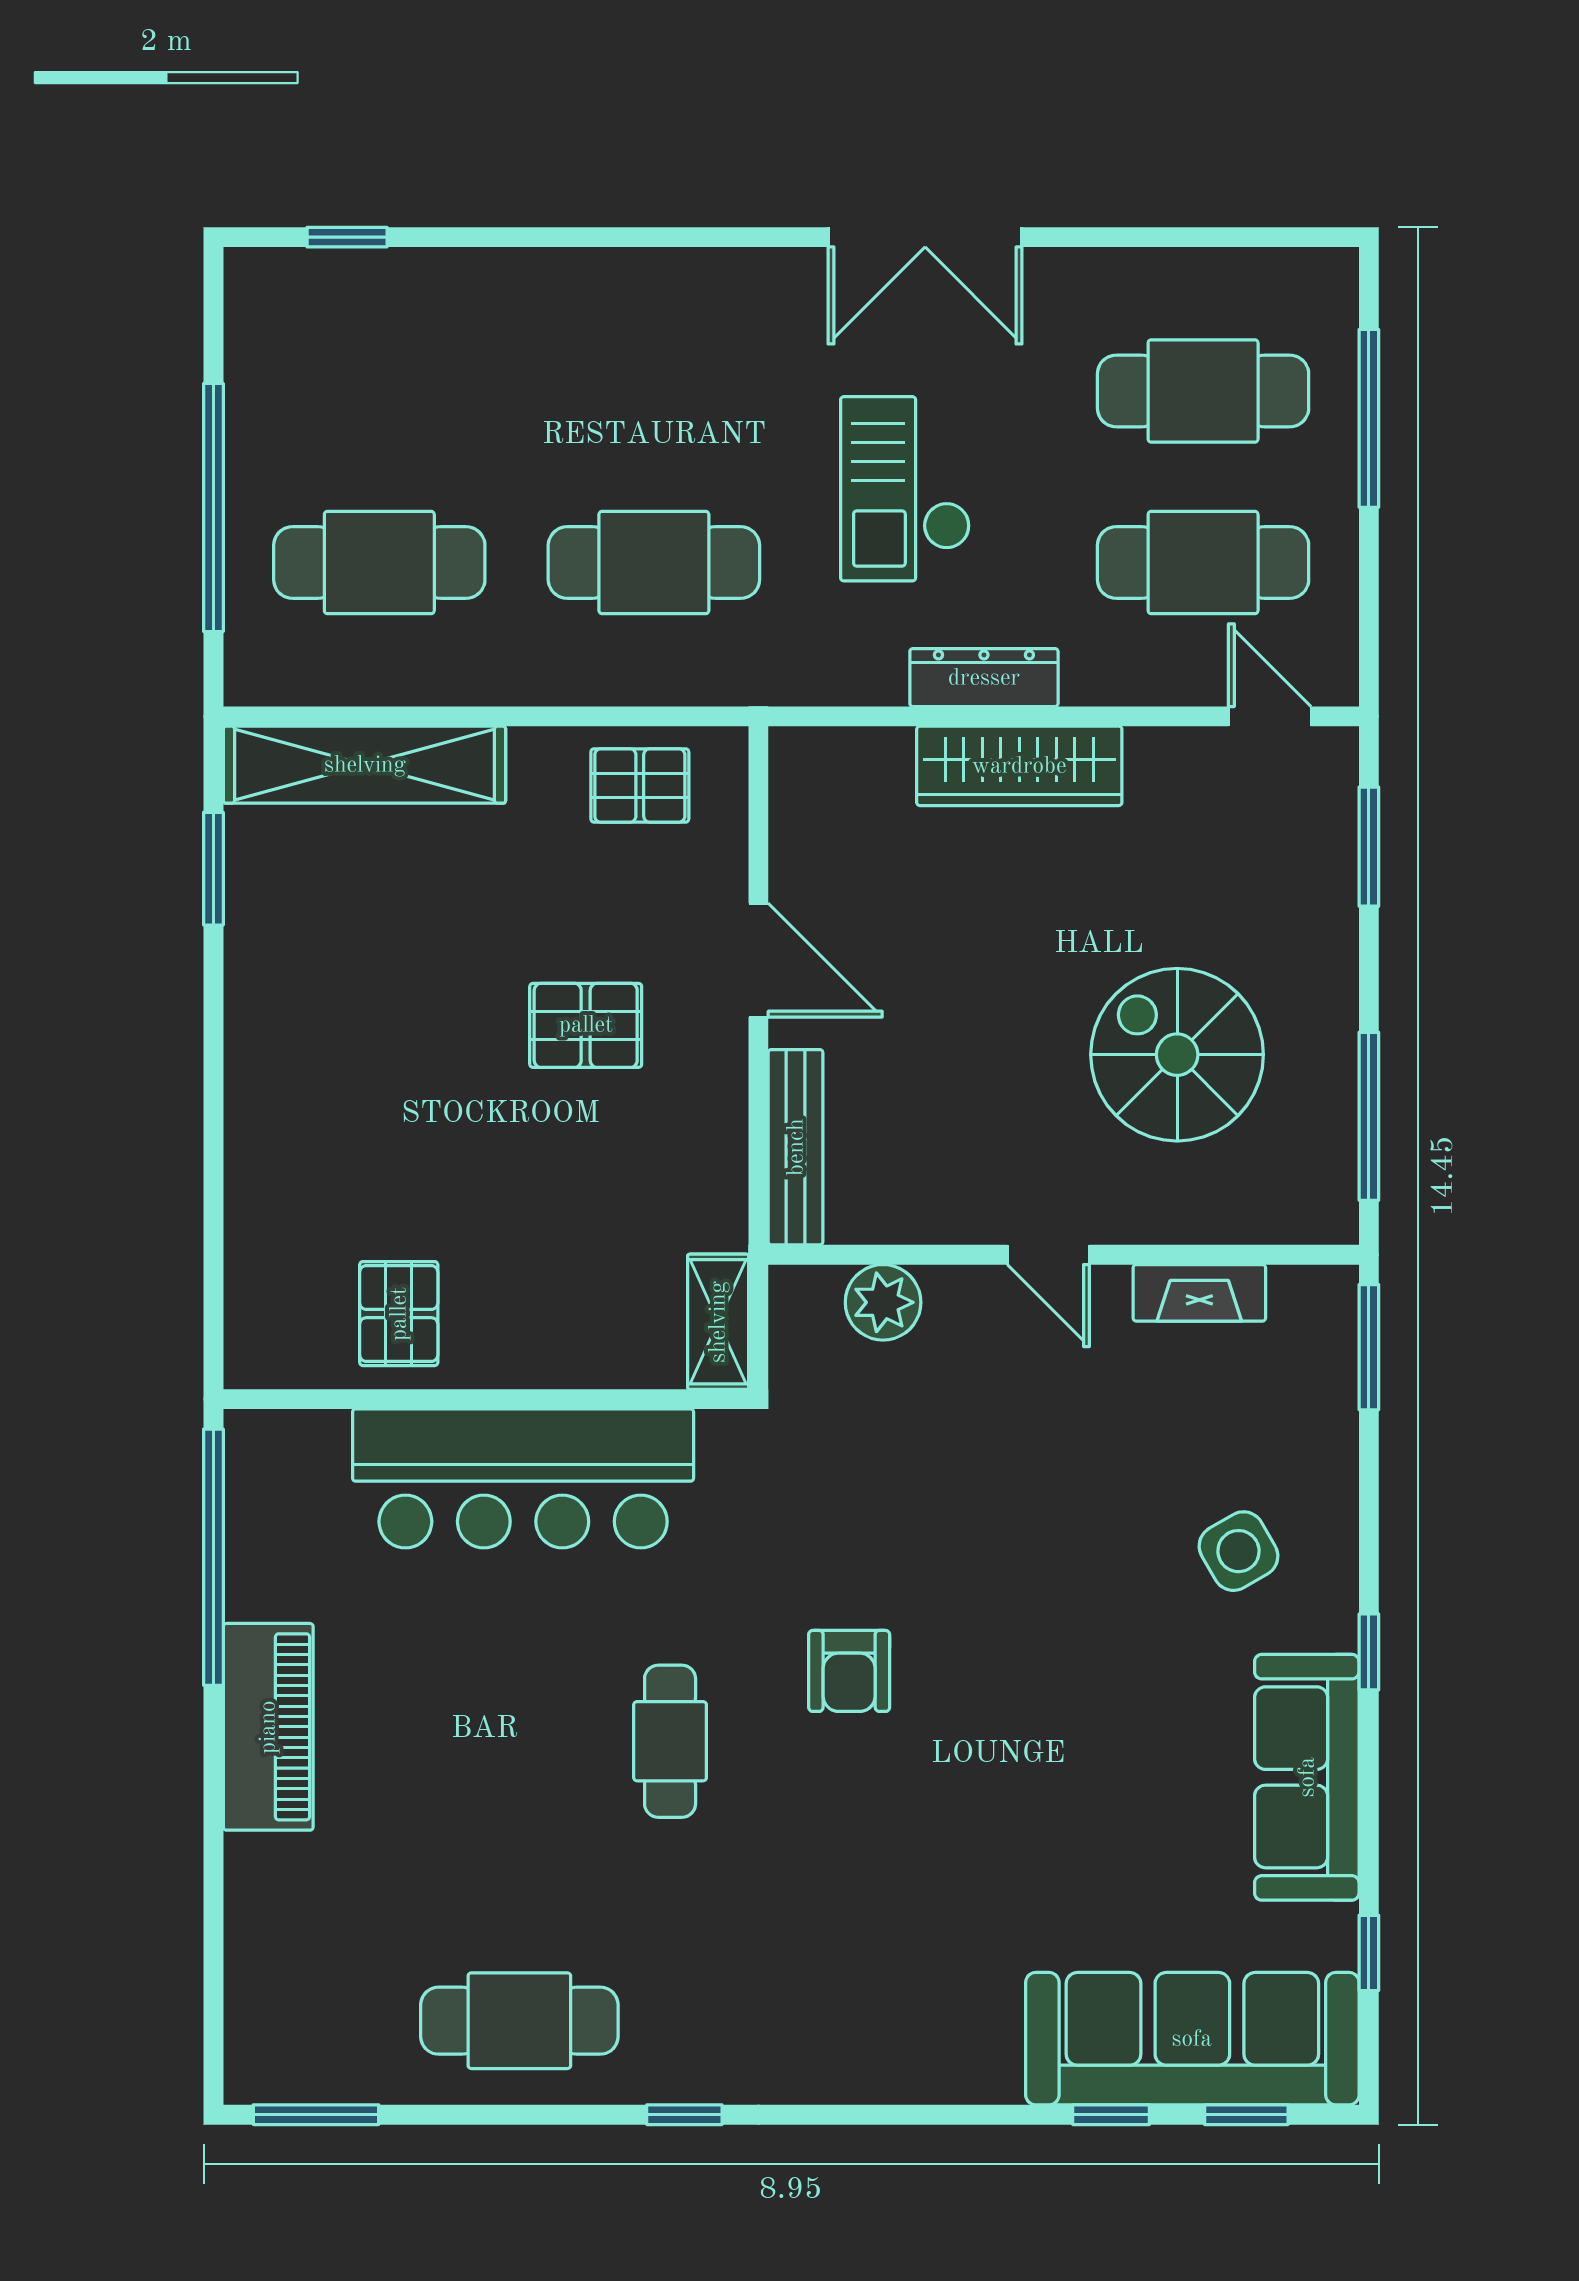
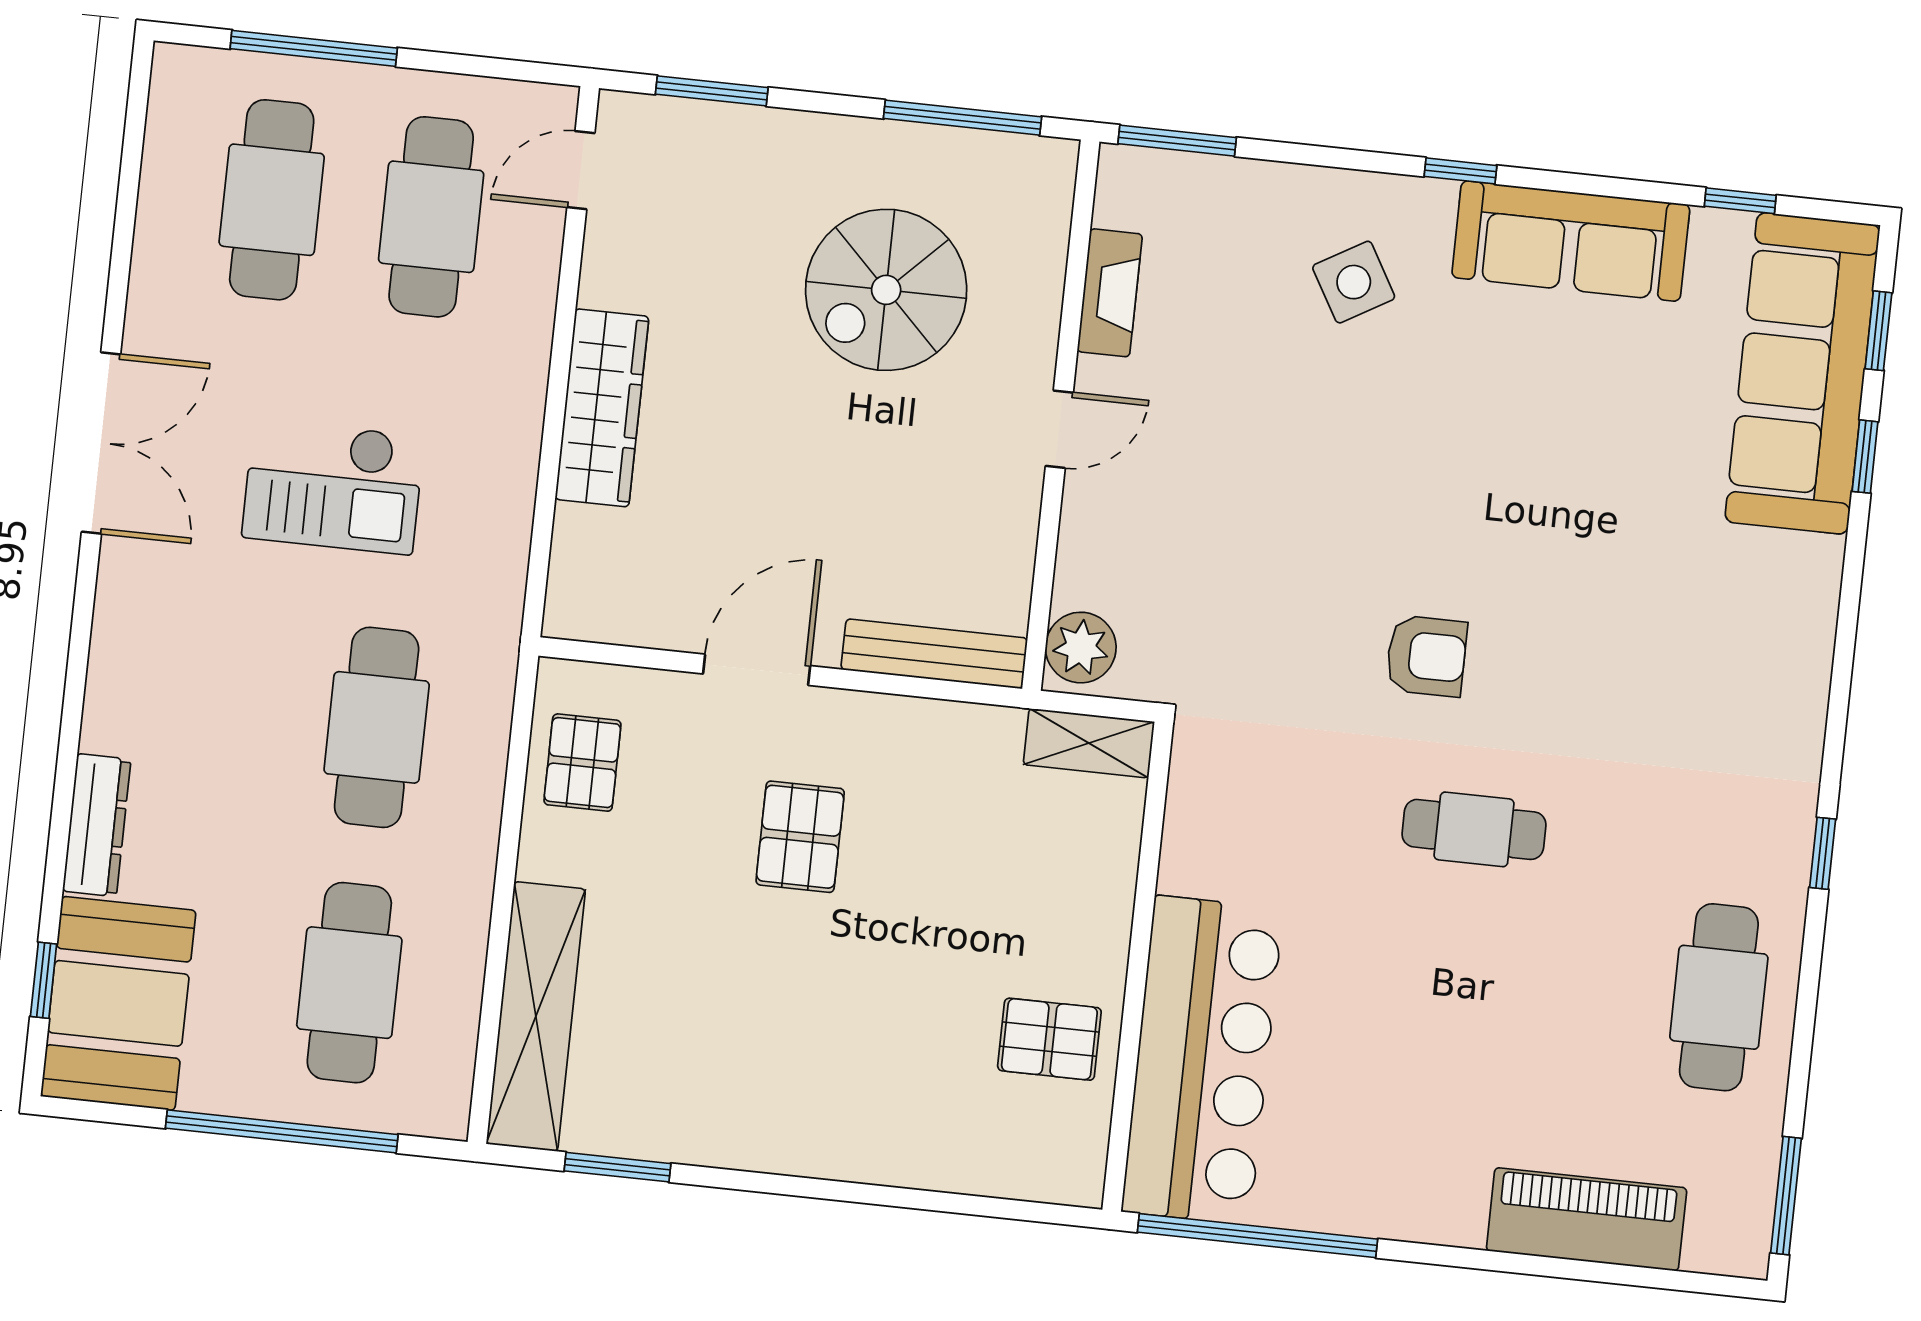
booth: (331, 319) -> (118, 1003), added
dresser: (984, 678) -> (97, 825), moved, turned 180
plant: (883, 1302) -> (1081, 648), moved
bar counter: (523, 1478) -> (1202, 1060), moved
piano: (268, 1727) -> (1587, 1219), moved

